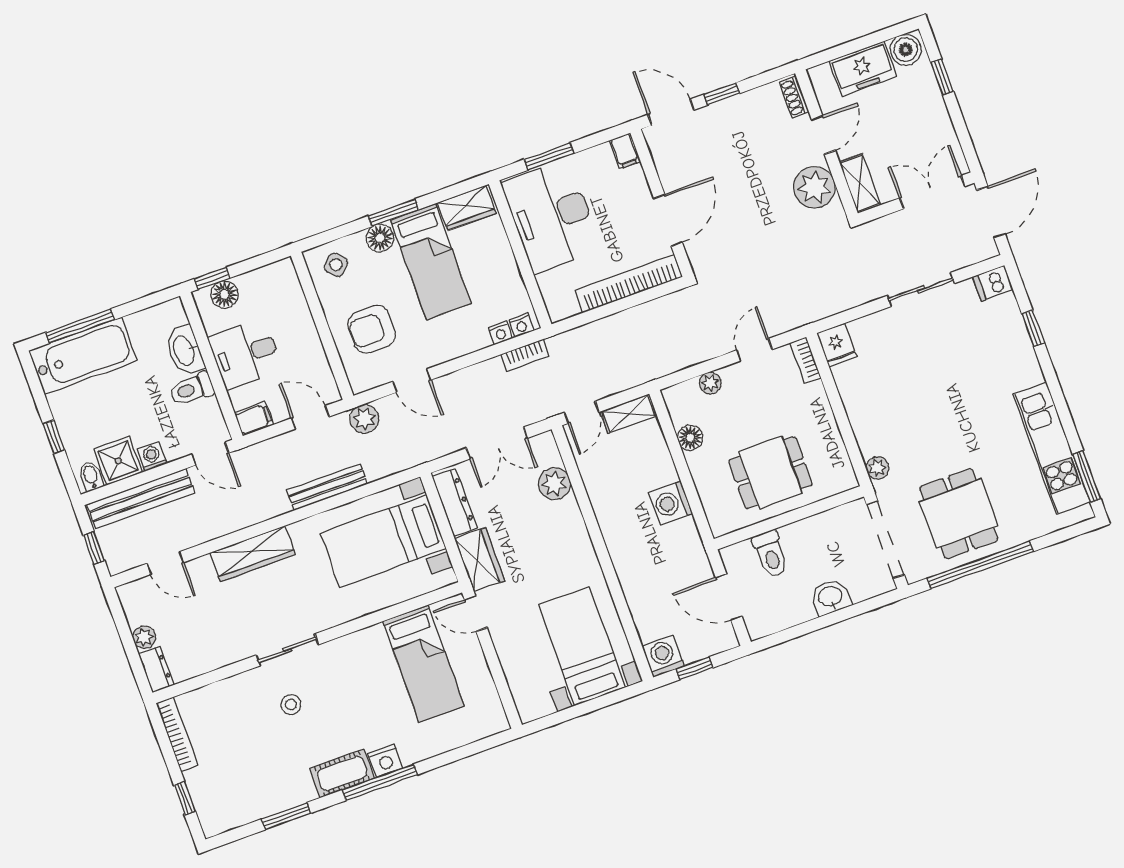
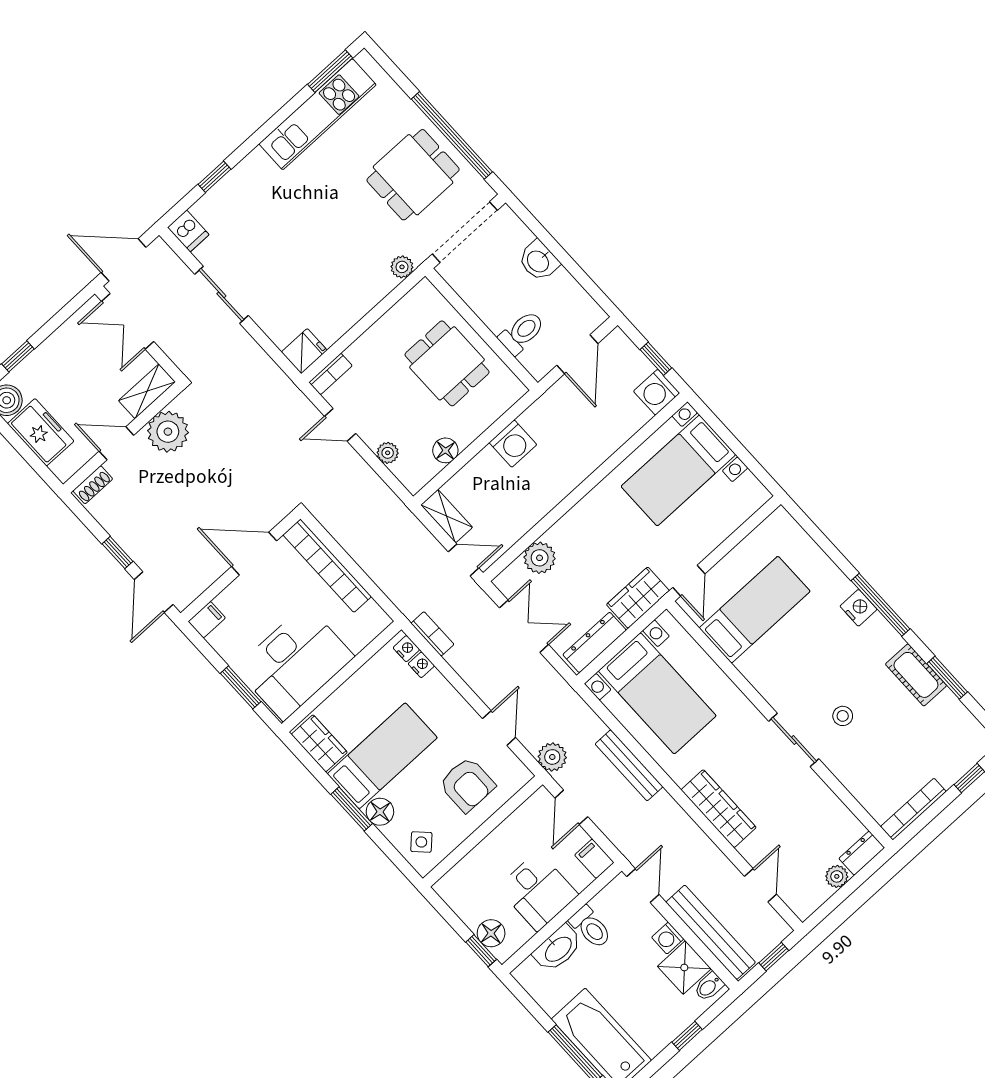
cot: (342, 773) -> (916, 675), moved

